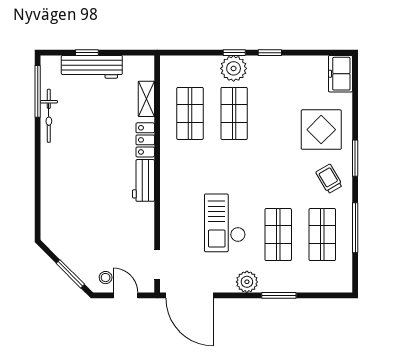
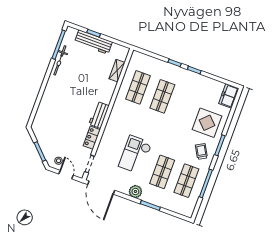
plant: (234, 68) -> (171, 71), removed
locker: (145, 140) -> (92, 138), moved

